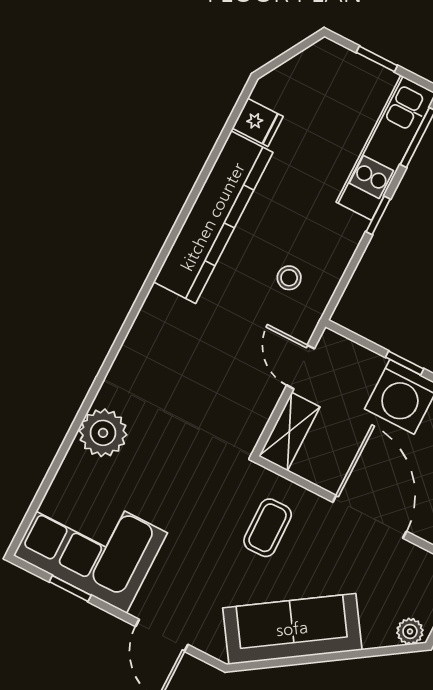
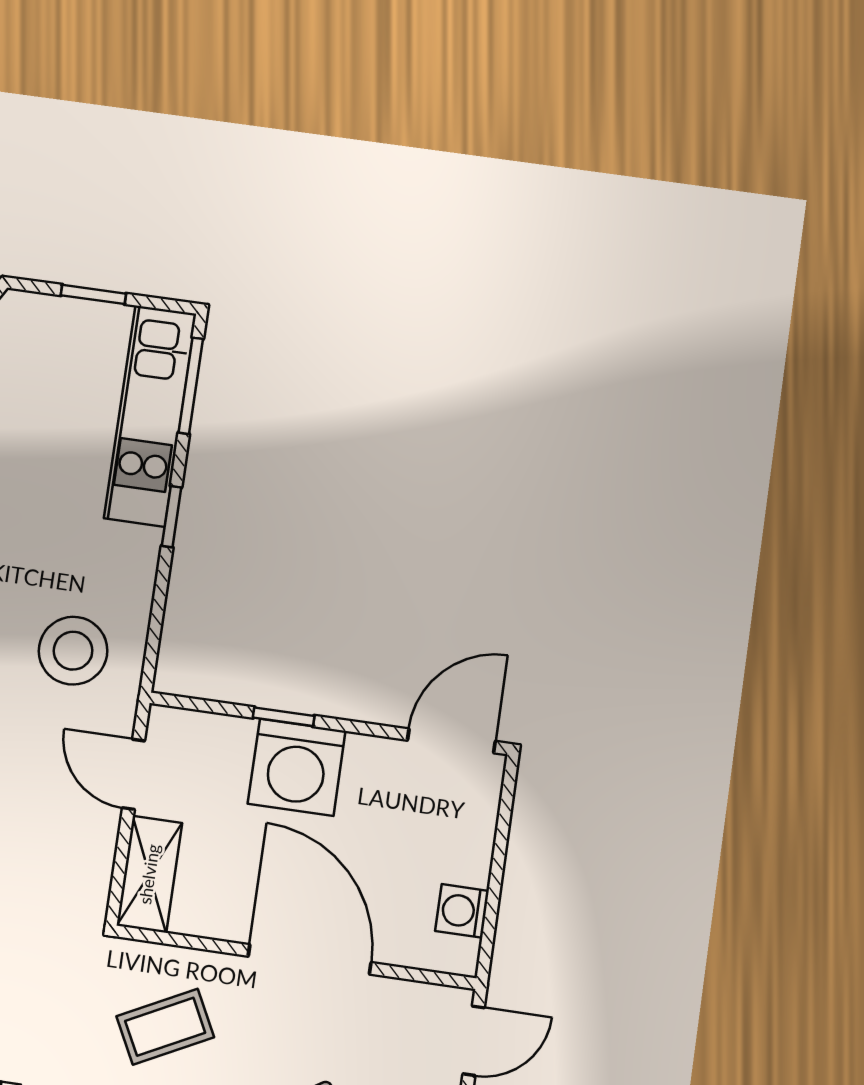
stool: (289, 278) -> (73, 651), width x1.89, depth x1.89
coffee table: (268, 528) -> (165, 1027), turned 64

